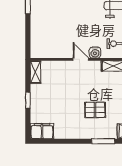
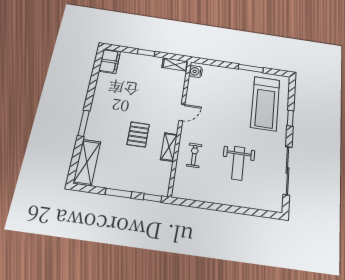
water cooler: (95, 52) -> (196, 72), moved
pallet: (95, 110) -> (138, 134), moved

